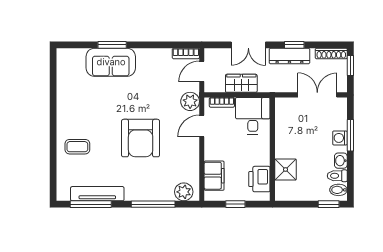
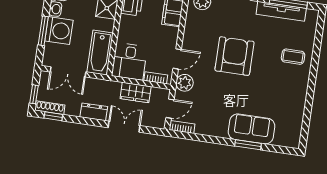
window: (294, 45) -> (53, 116), moved
dresser: (289, 56) -> (94, 112), width x0.70
bathtub: (286, 121) -> (100, 53), added
washing machine: (340, 138) -> (59, 31), width x1.89, depth x1.89

